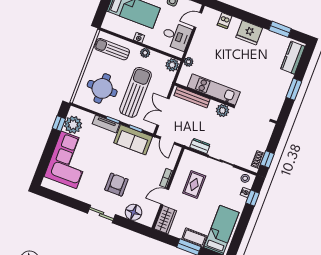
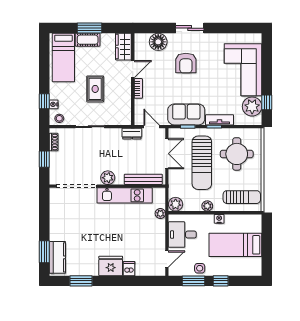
dishwasher: (225, 21) -> (129, 269), moved
window: (294, 89) -> (44, 252), moved
dresser: (200, 146) -> (132, 134), moved
window: (267, 159) -> (44, 159), moved
rug: (194, 184) -> (95, 89), moved

